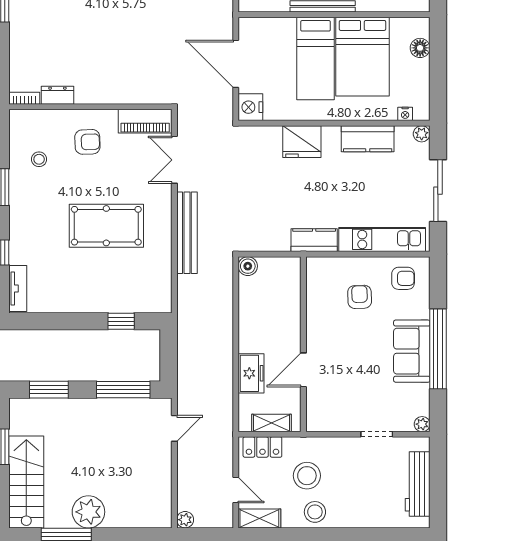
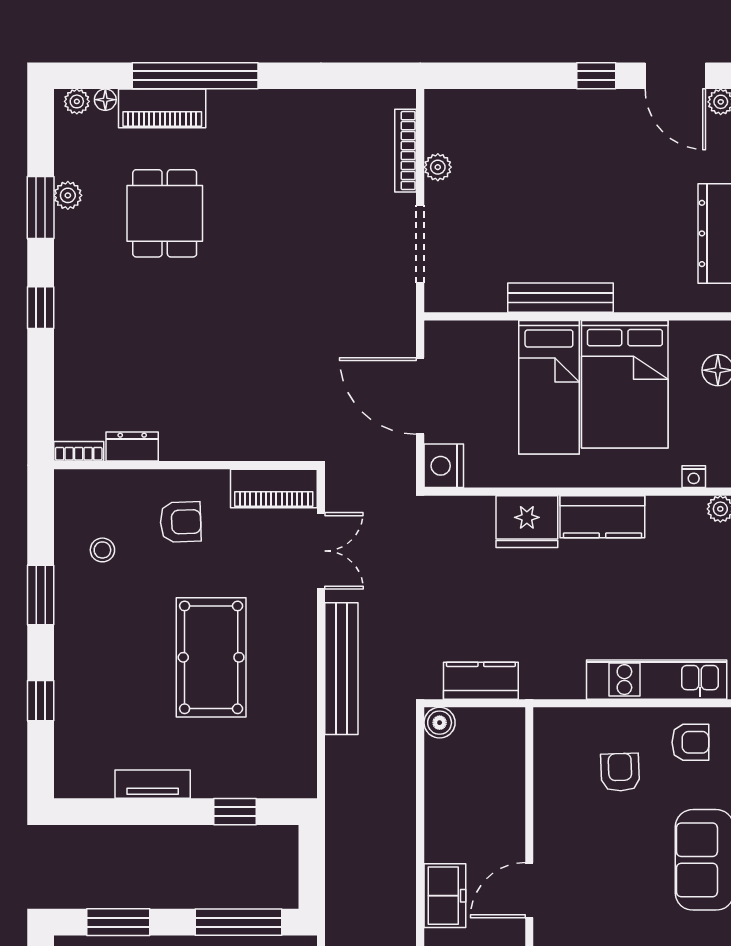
kitchen counter: (368, 139) -> (602, 517), moved
double door: (174, 160) -> (321, 551), swing flipped
pool table: (106, 226) -> (211, 657), turned 90
kitchen counter: (314, 240) -> (481, 681), moved
tv unit: (18, 289) -> (153, 784), moved, turned -90

